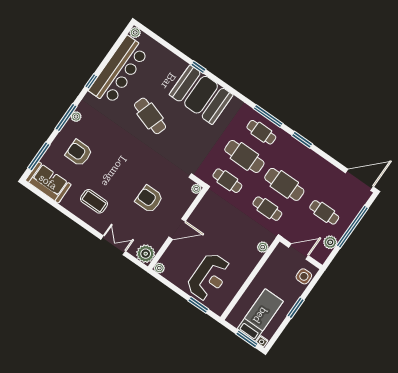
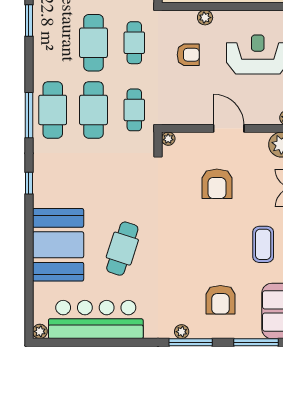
window: (198, 67) -> (29, 183), moved
window: (91, 81) -> (130, 342), removed
booth: (201, 95) -> (58, 245), moved
cafe table: (261, 132) -> (53, 110), width x1.37, depth x1.35
window: (302, 140) -> (29, 20), moved
armchair: (238, 236) -> (188, 55), added
plant: (263, 247) -> (205, 18), moved

